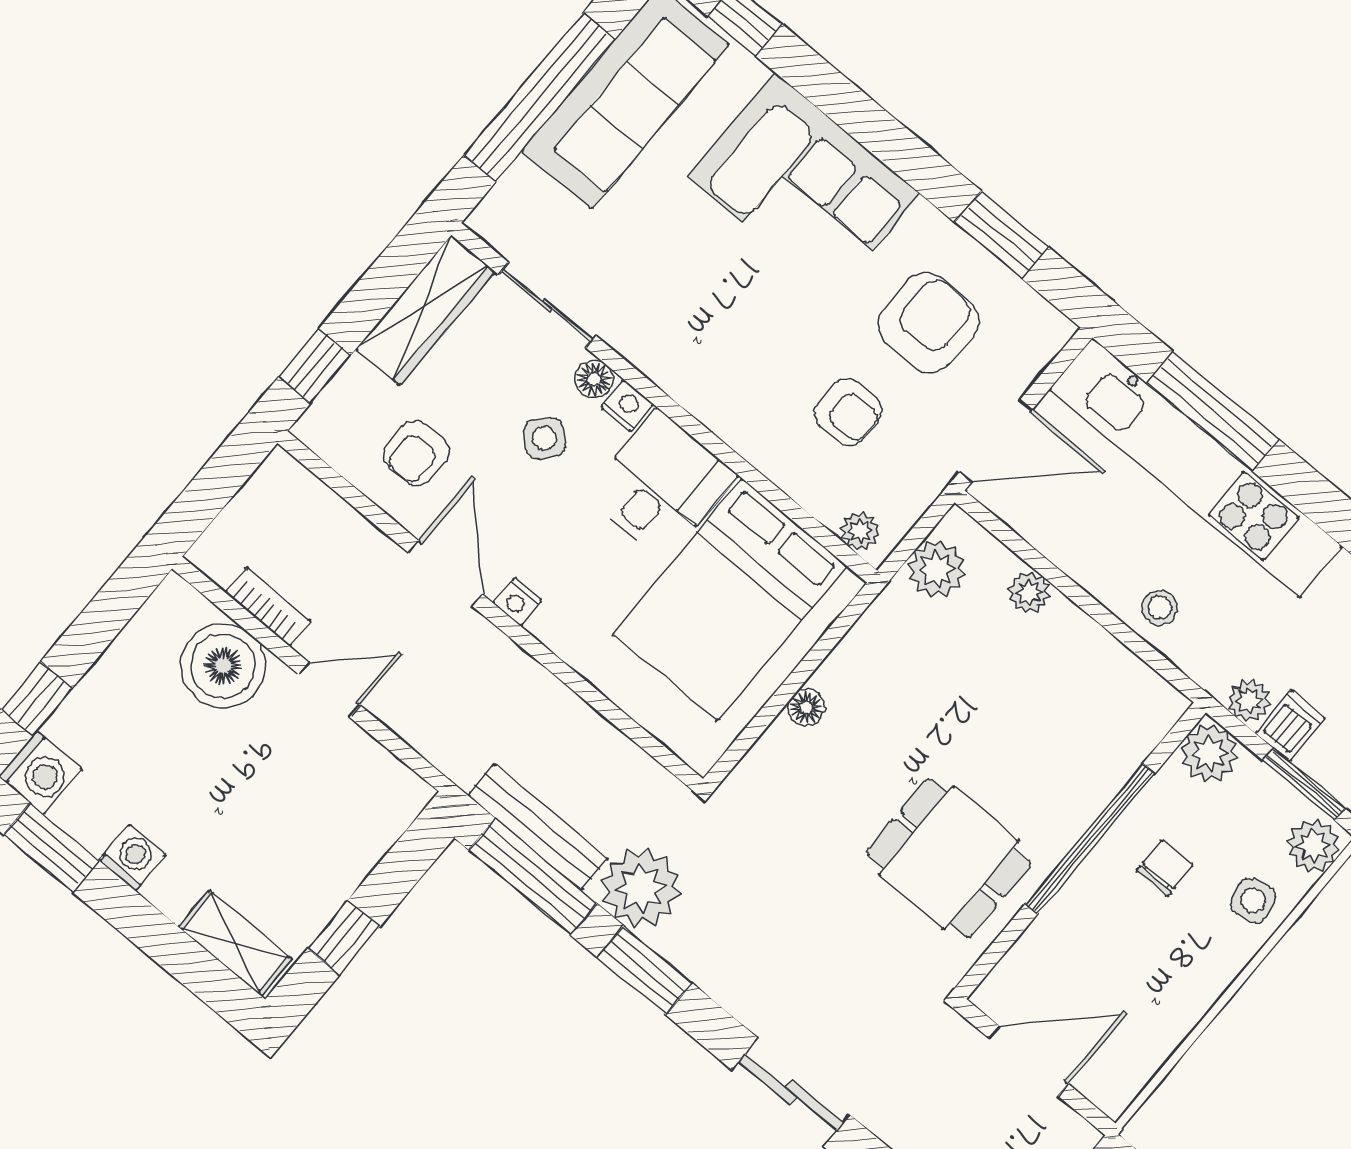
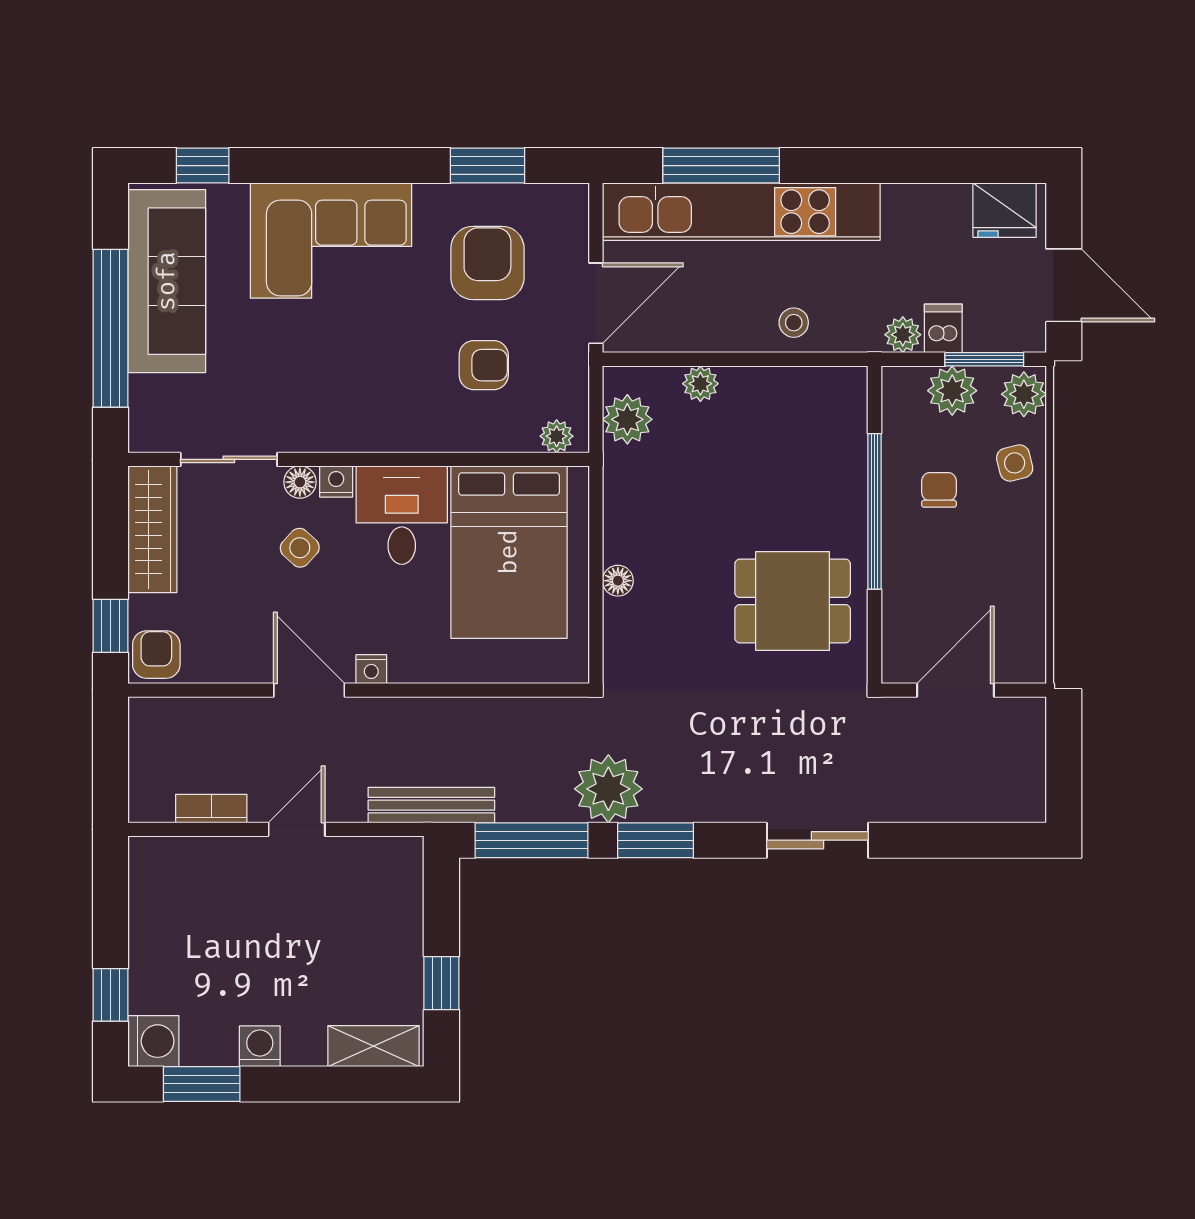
armchair: (416, 453) -> (156, 655), moved, turned 180
boiler: (223, 666) -> (214, 872), removed
plant: (1210, 753) -> (952, 391), moved
bench: (538, 827) -> (431, 805), moved

